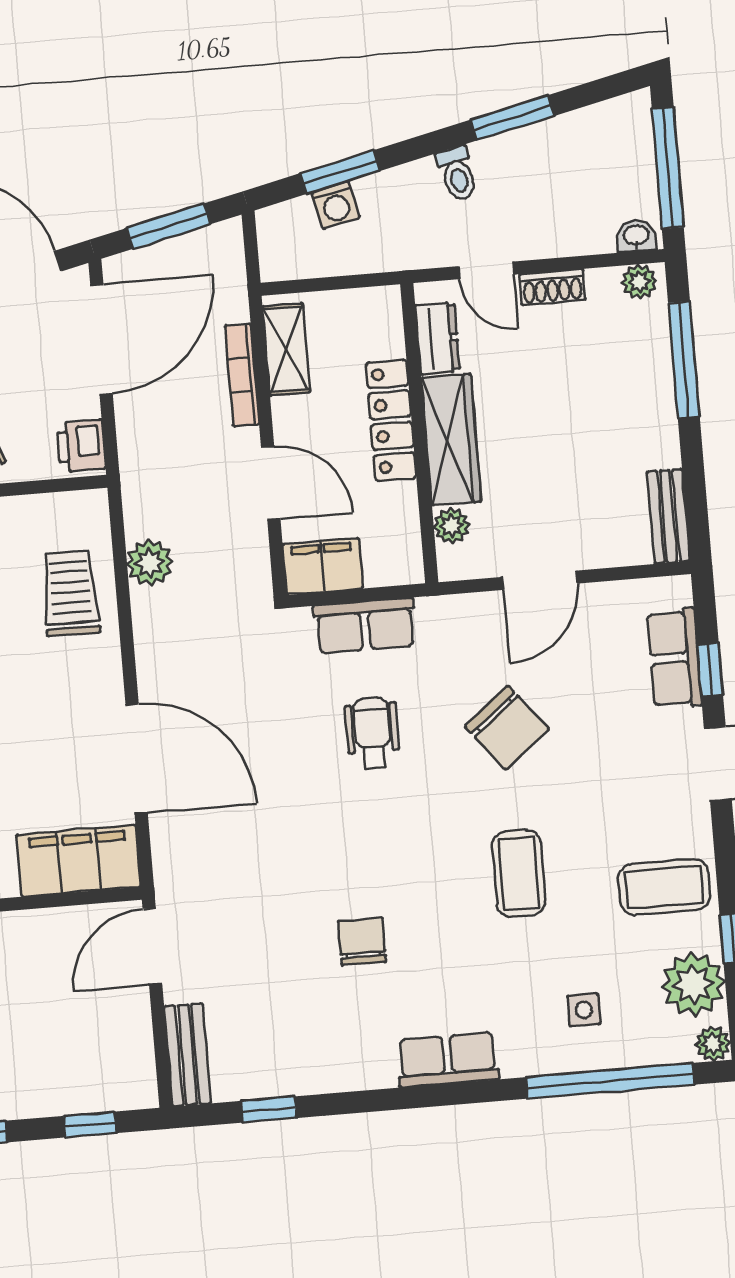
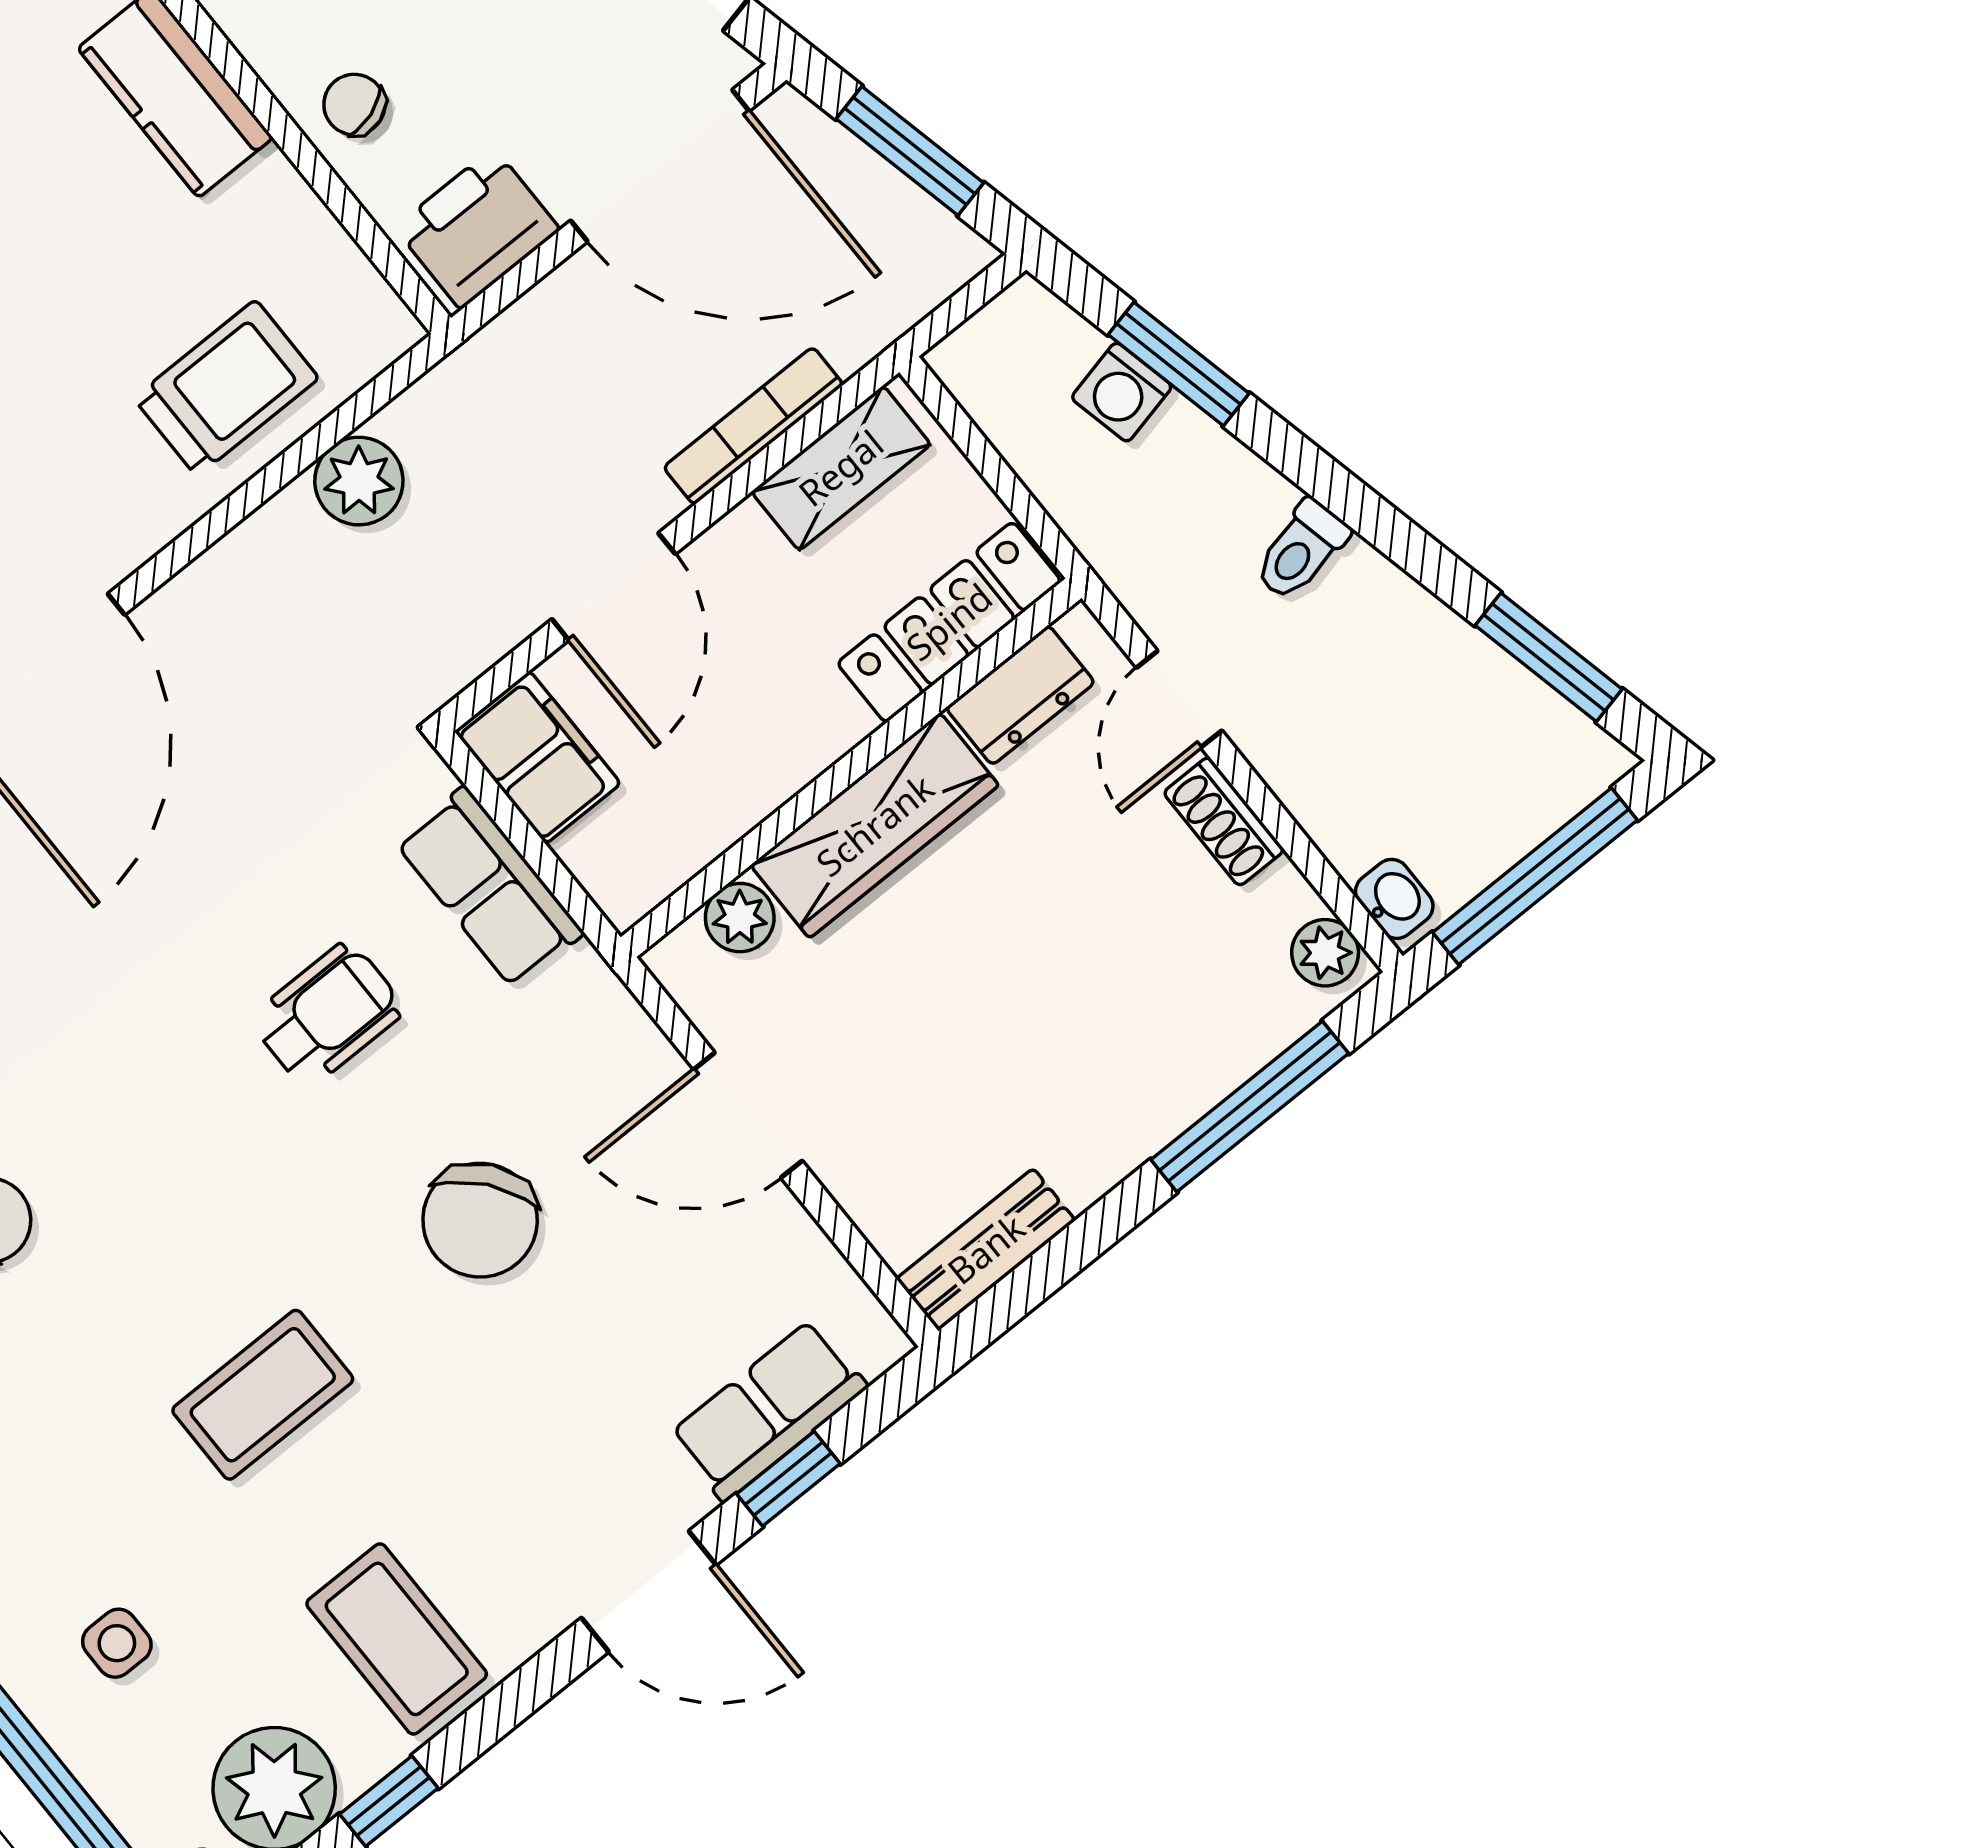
window: (513, 118) -> (1549, 657), moved
locker: (391, 420) -> (949, 622), moved
printer: (81, 446) -> (477, 228), width x1.36, depth x1.24

